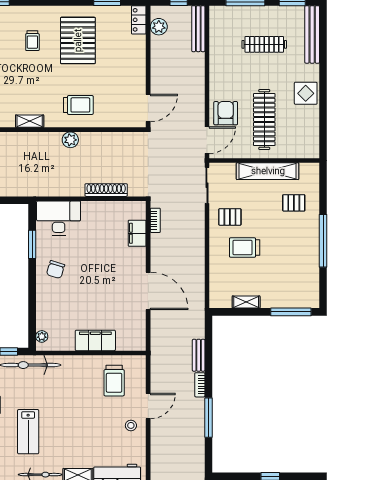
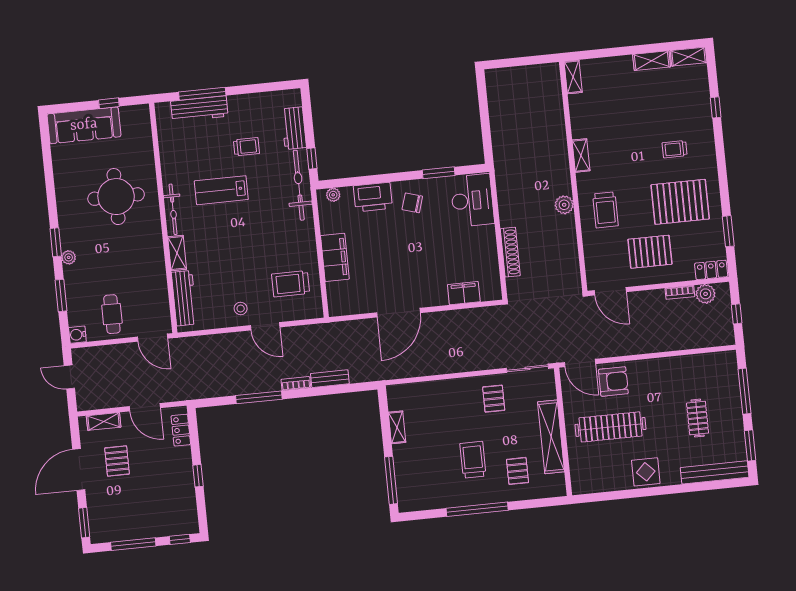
bench: (198, 29) -> (708, 340), removed
clothes rail: (264, 44) -> (698, 418), width x0.73
pallet: (118, 71) -> (650, 252), added
bookcase: (155, 220) -> (680, 292), moved
trolley: (245, 247) -> (473, 460), moved
printer: (47, 303) -> (373, 197), added

